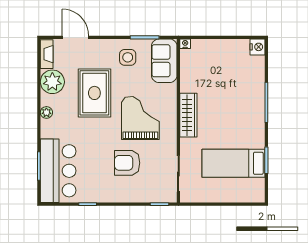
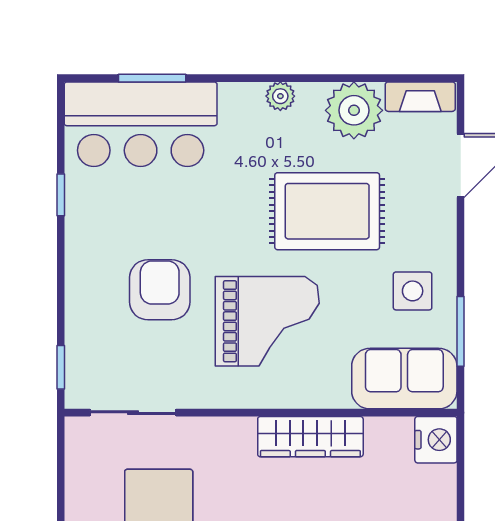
nightstand: (185, 44) -> (436, 440), width x1.89, depth x1.79
wardrobe: (188, 115) -> (310, 437), moved

